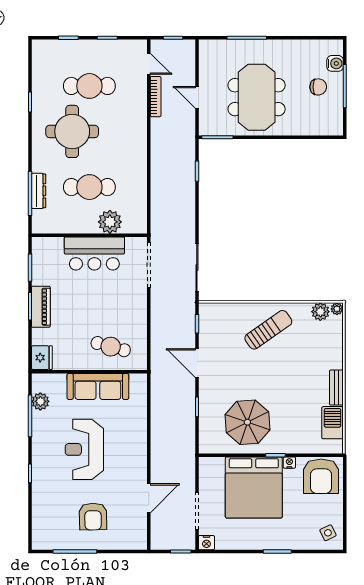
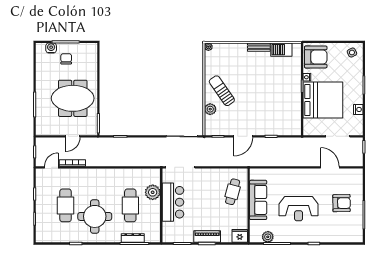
plant: (320, 312) -> (210, 109), moved
parasol: (247, 422) -> (281, 104), removed
nightstand: (206, 543) -> (358, 109), moved

